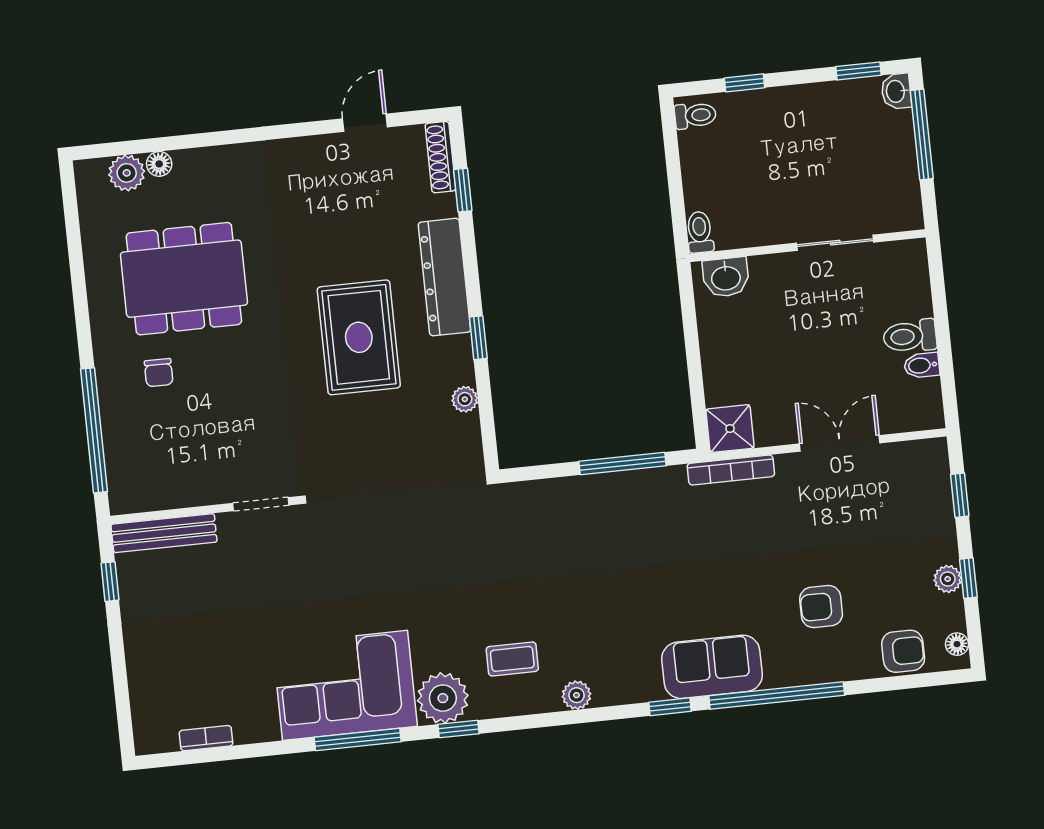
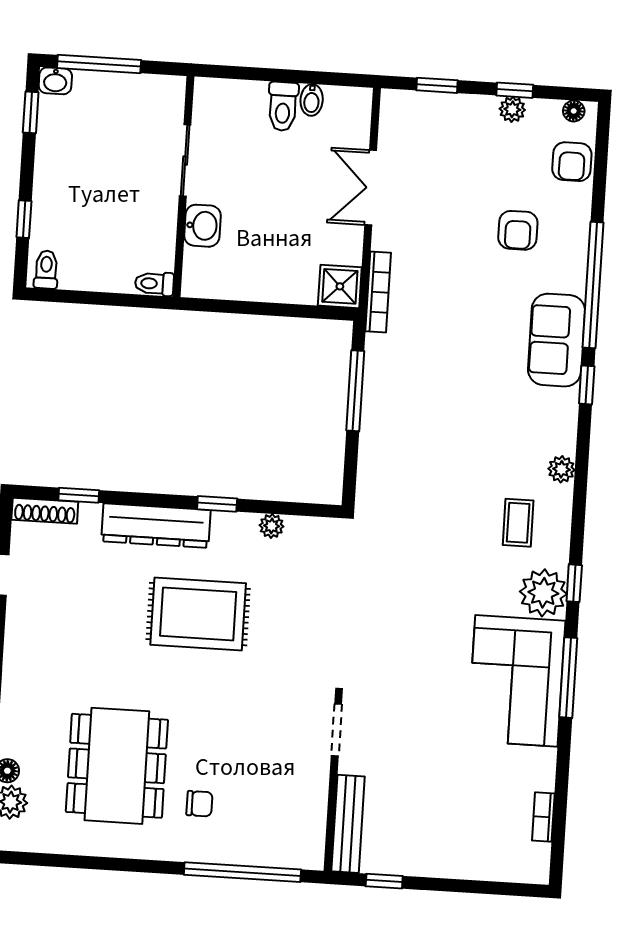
washbasin: (726, 277) -> (202, 226), moved
armchair: (903, 651) -> (572, 162), turned 180

